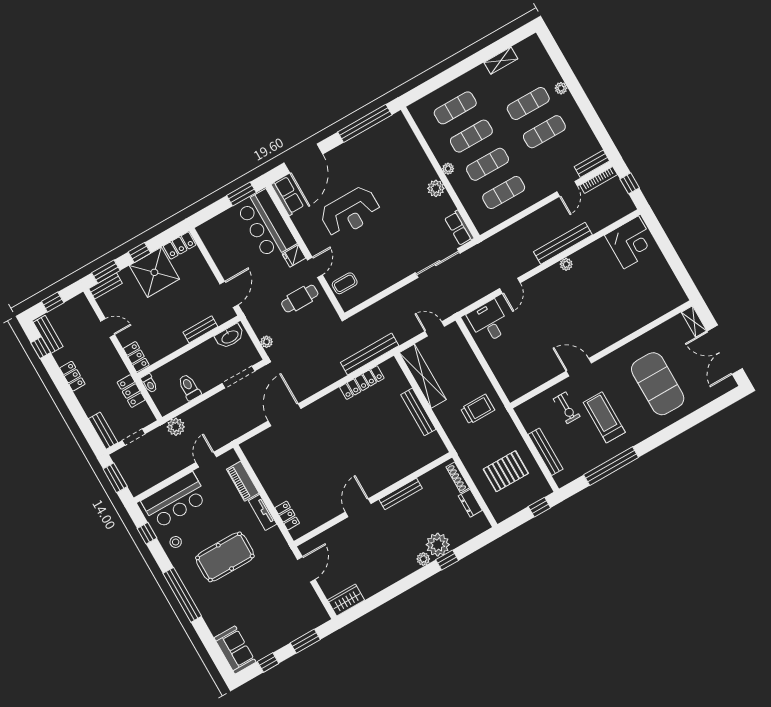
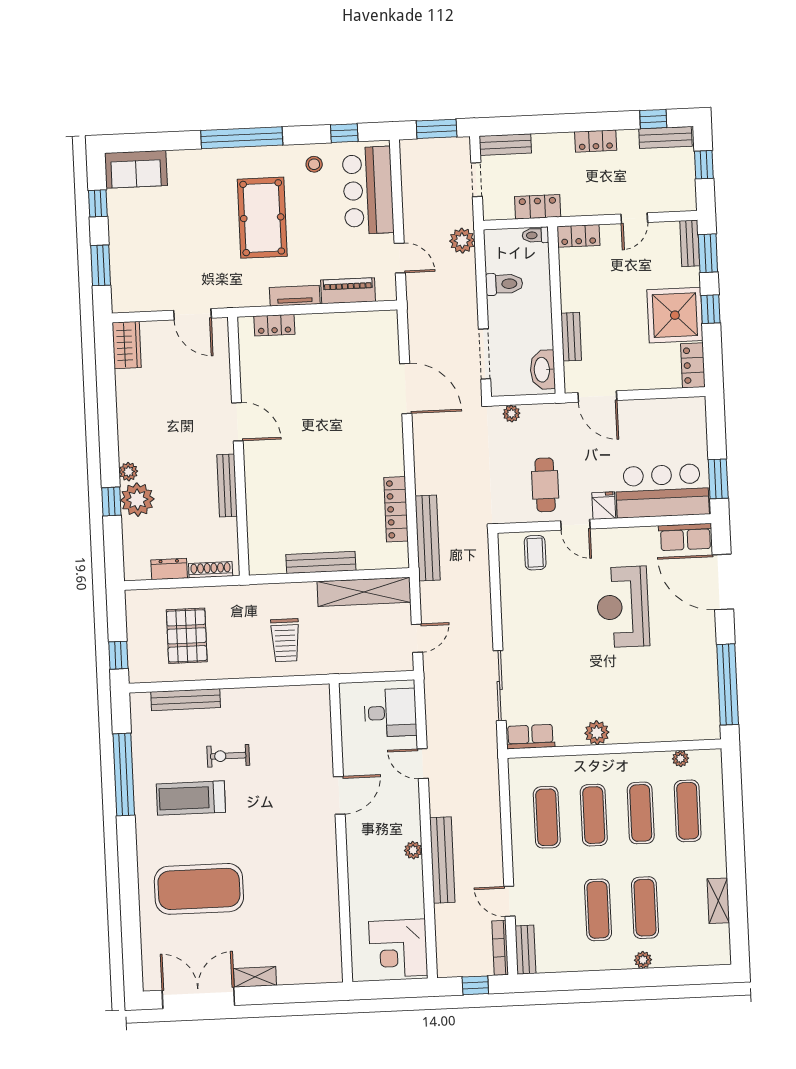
plant: (448, 169) -> (680, 759), moved
wall: (601, 354) -> (341, 833), moved
door: (579, 367) -> (339, 795), moved
treadmill: (604, 417) -> (191, 798), turned 180

